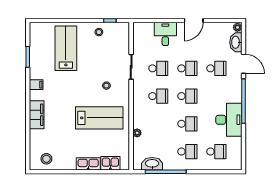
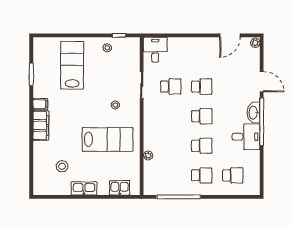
door: (194, 20) -> (230, 35), moved
desk: (165, 34) -> (155, 50), moved
washbasin: (236, 42) -> (254, 113), moved
school desk: (216, 68) -> (233, 87), removed
school desk: (158, 96) -> (171, 116), removed
filing cabinet: (37, 115) -> (41, 125), moved
desk: (229, 120) -> (246, 137), width x0.73
stool: (46, 159) -> (62, 166), moved
kitchen sink: (88, 164) -> (84, 188), moved
washbasin: (152, 164) -> (164, 188), removed

